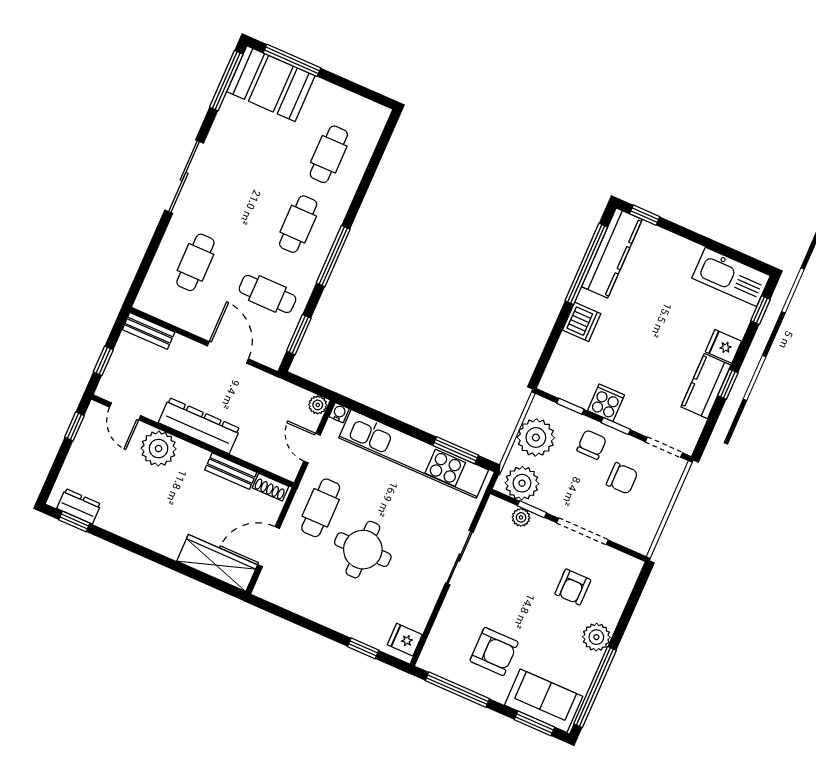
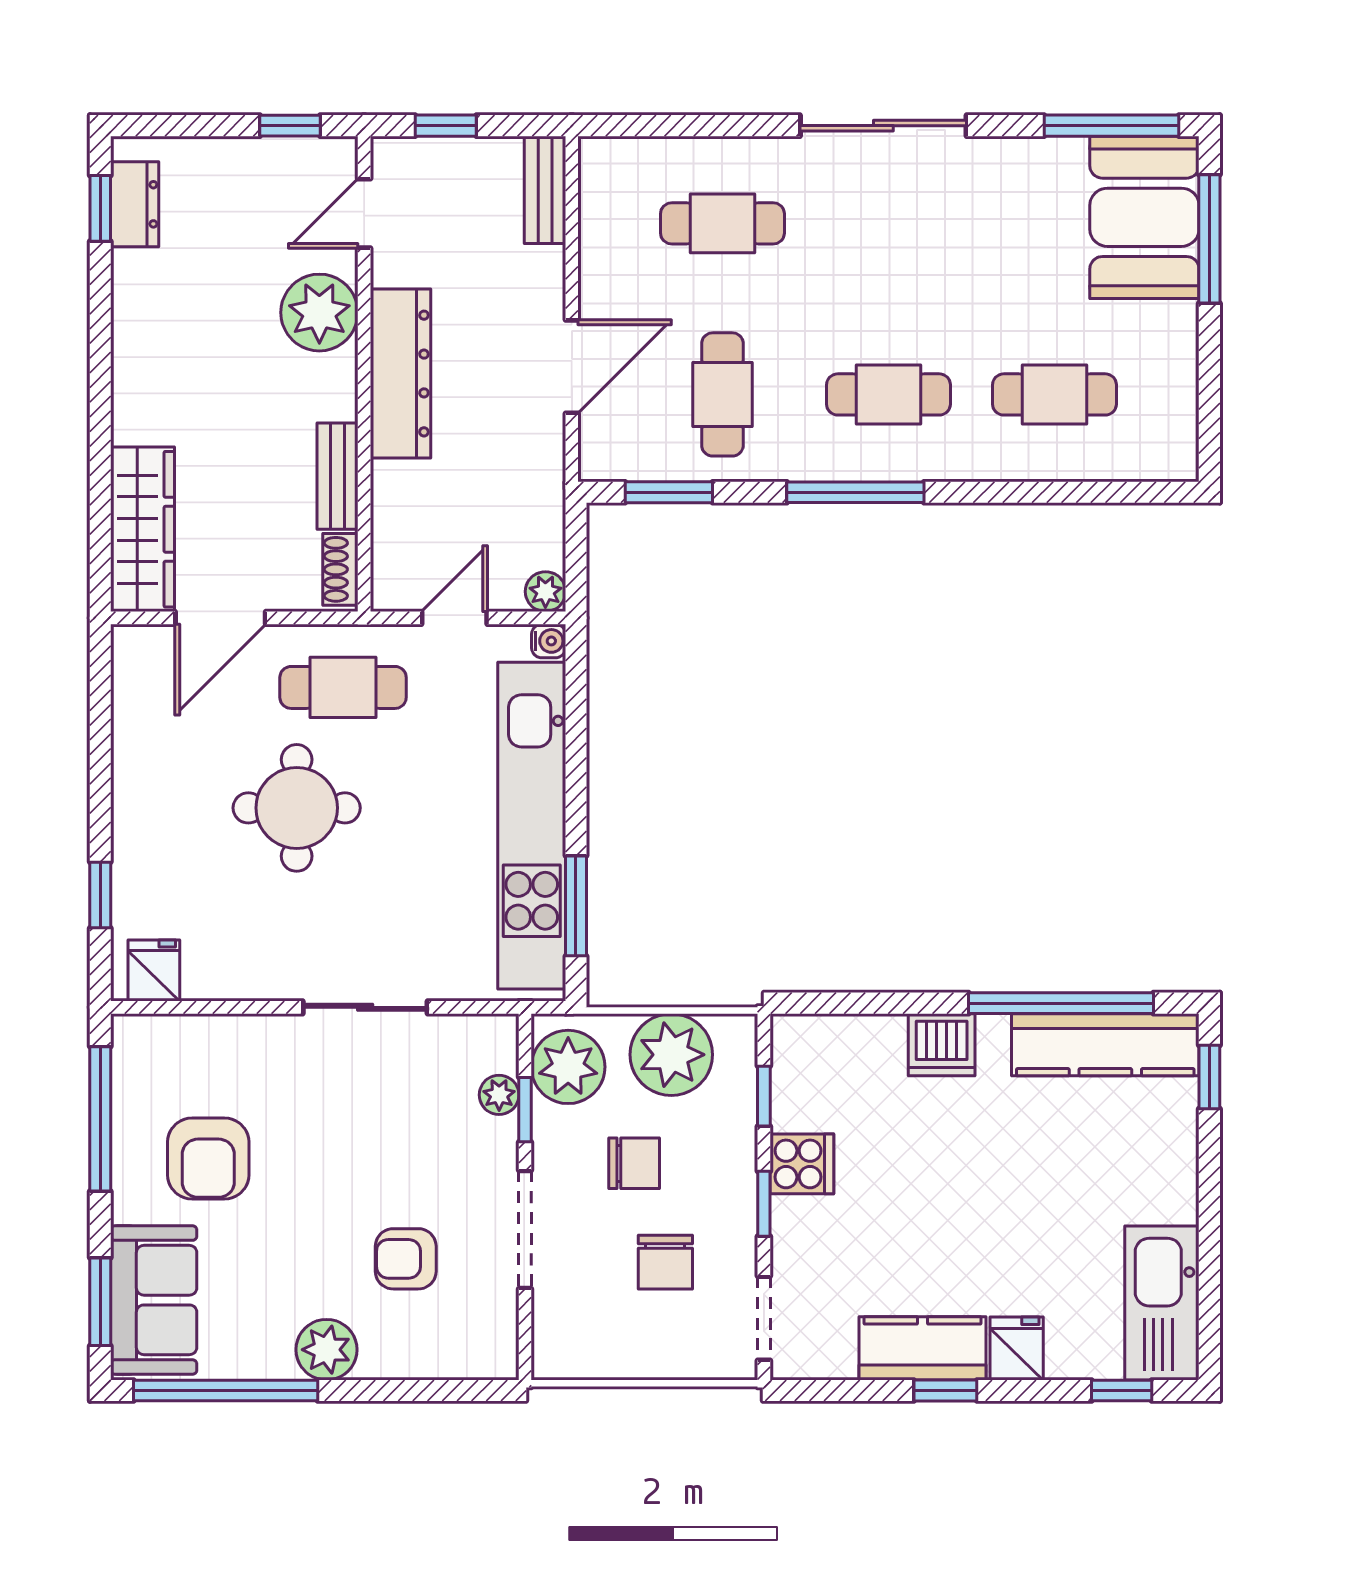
chair: (592, 445) -> (634, 1163), moved
door: (269, 547) -> (220, 618), swing flipped

